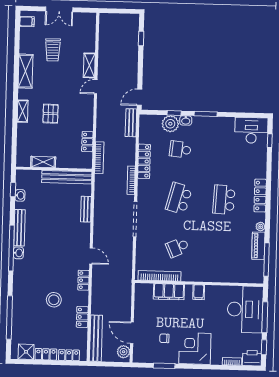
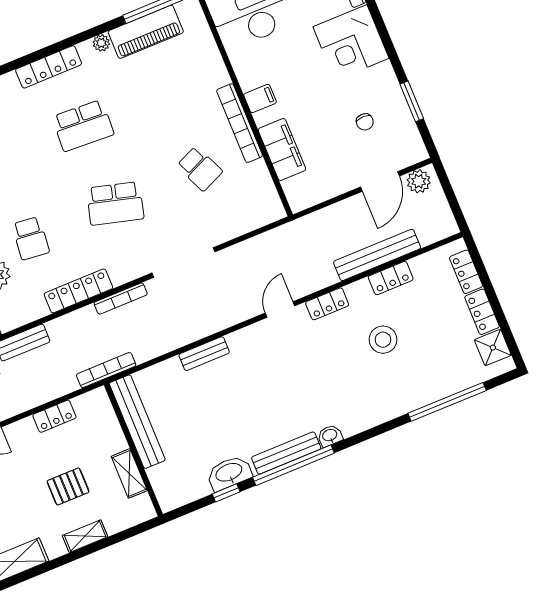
locker: (87, 142) -> (54, 416), moved
shelving: (43, 162) -> (129, 473), moved
wall: (54, 169) -> (133, 450), moved
bench: (67, 177) -> (137, 422), moved
washbasin: (20, 195) -> (229, 473), width x1.91, depth x1.45
piano: (258, 246) -> (146, 32), width x1.37, depth x1.33
window: (11, 248) -> (293, 465), moved
bookcase: (160, 276) -> (240, 123), moved
bench: (96, 338) -> (377, 255), moved
corner desk: (195, 349) -> (351, 43), moved

